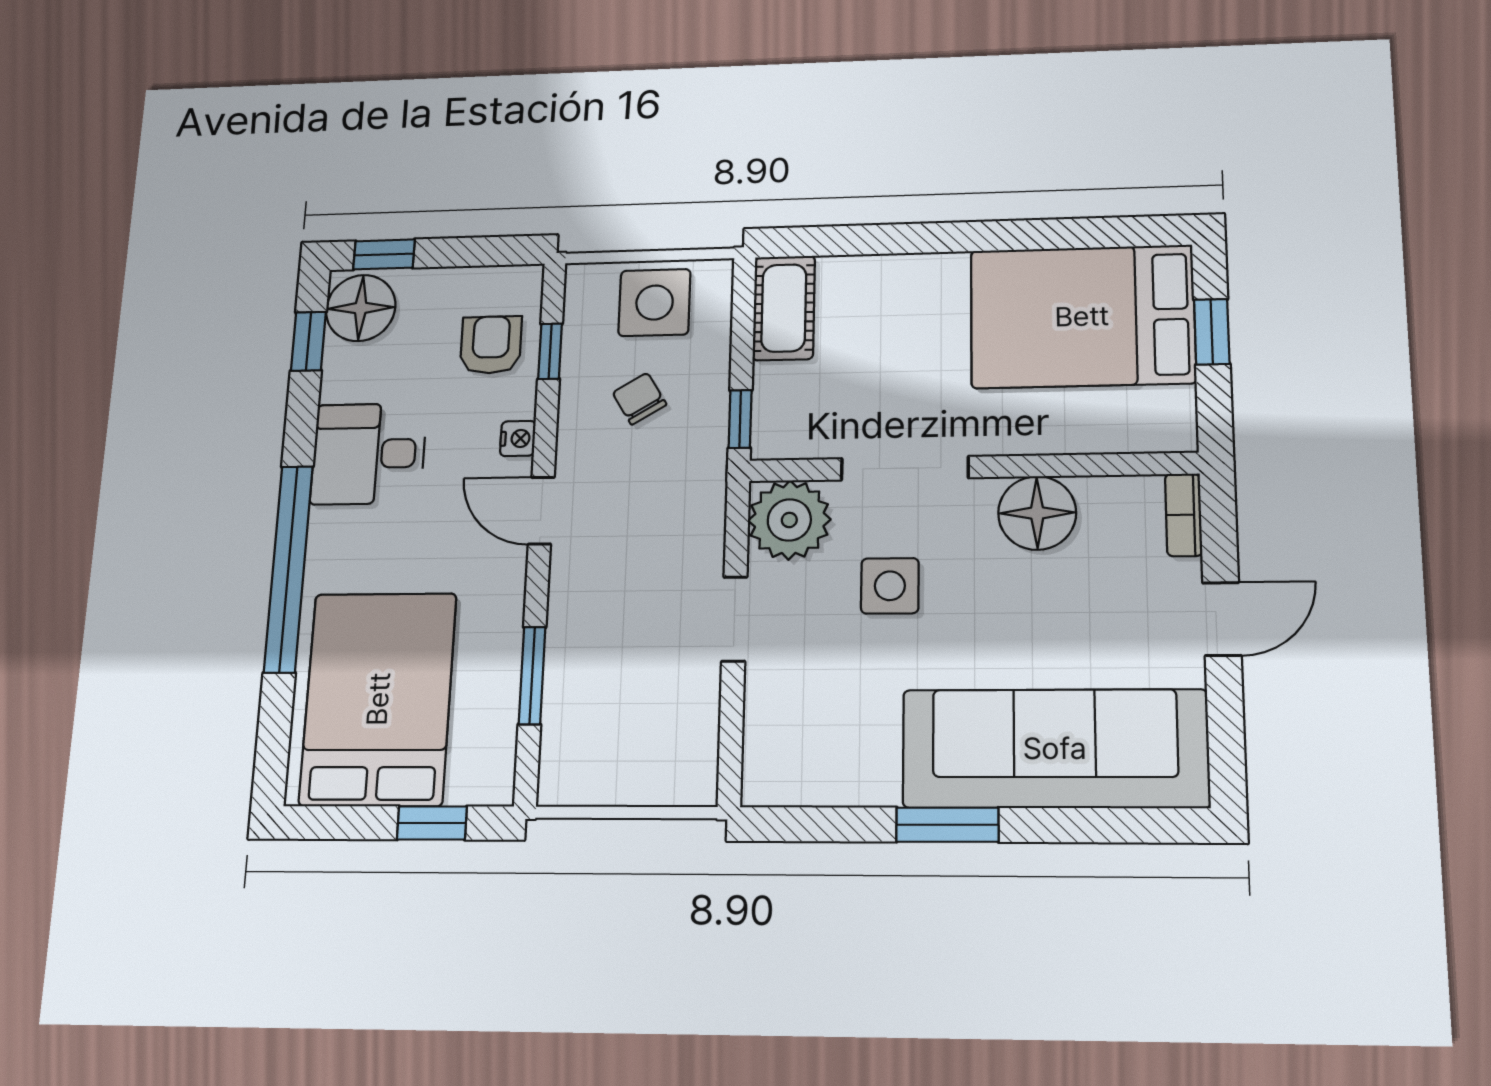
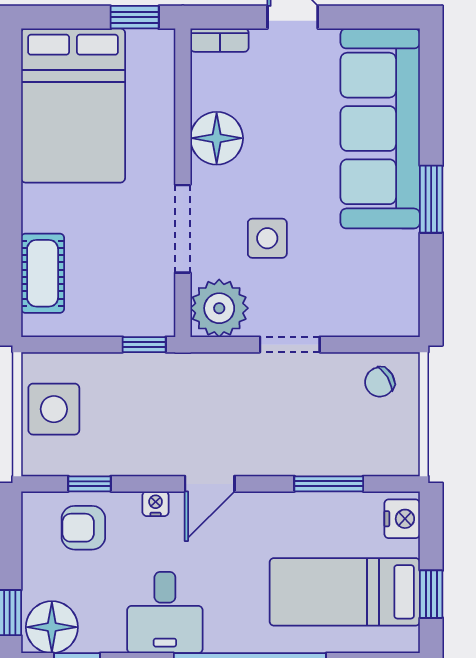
cot: (784, 308) -> (43, 273), moved, turned 90
window: (1212, 332) -> (135, 17), moved
chair: (639, 399) -> (380, 382), moved
bed: (378, 699) -> (345, 592), width x0.67
nightstand: (476, 781) -> (402, 519), added
window: (432, 823) -> (431, 594), moved

